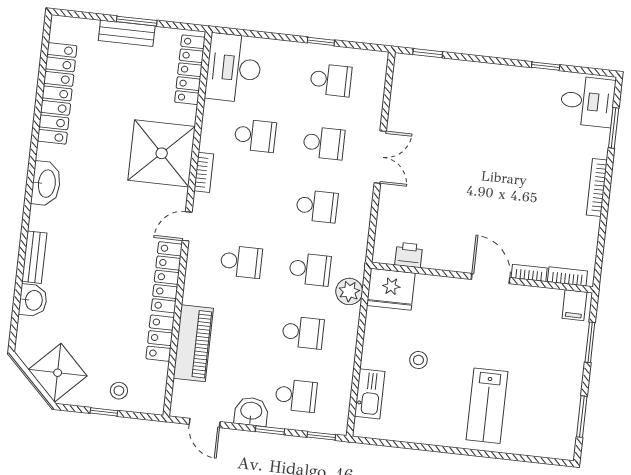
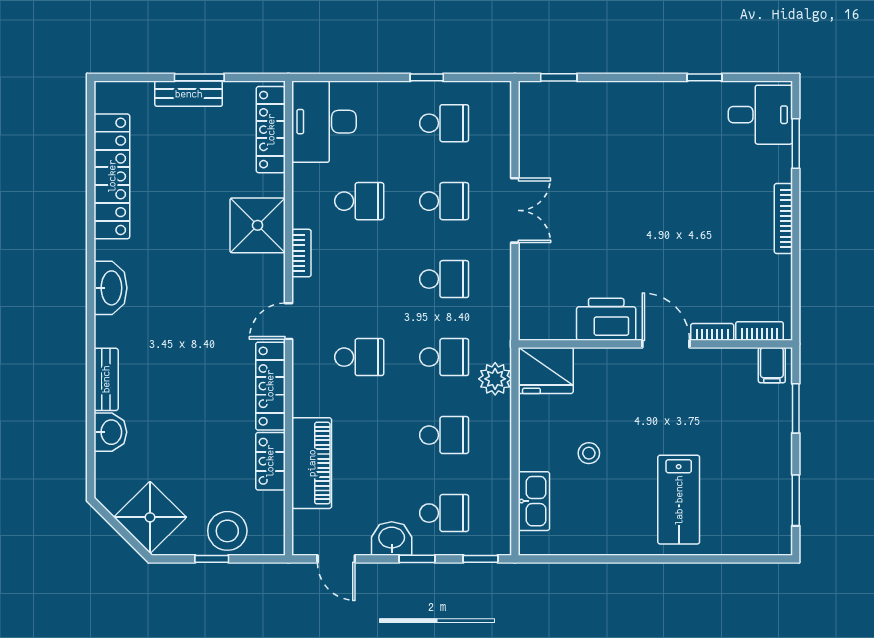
shower: (162, 153) -> (258, 225), width x0.73, depth x0.73
printer: (409, 255) -> (606, 319), moved, width x1.87, depth x1.48
stool: (119, 391) -> (227, 531), width x1.89, depth x1.89

